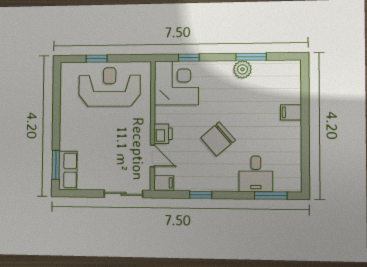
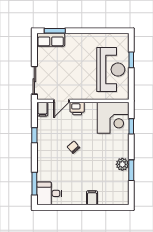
chair: (218, 139) -> (73, 147), width x0.54, depth x0.54
desk: (256, 174) -> (49, 193), moved

